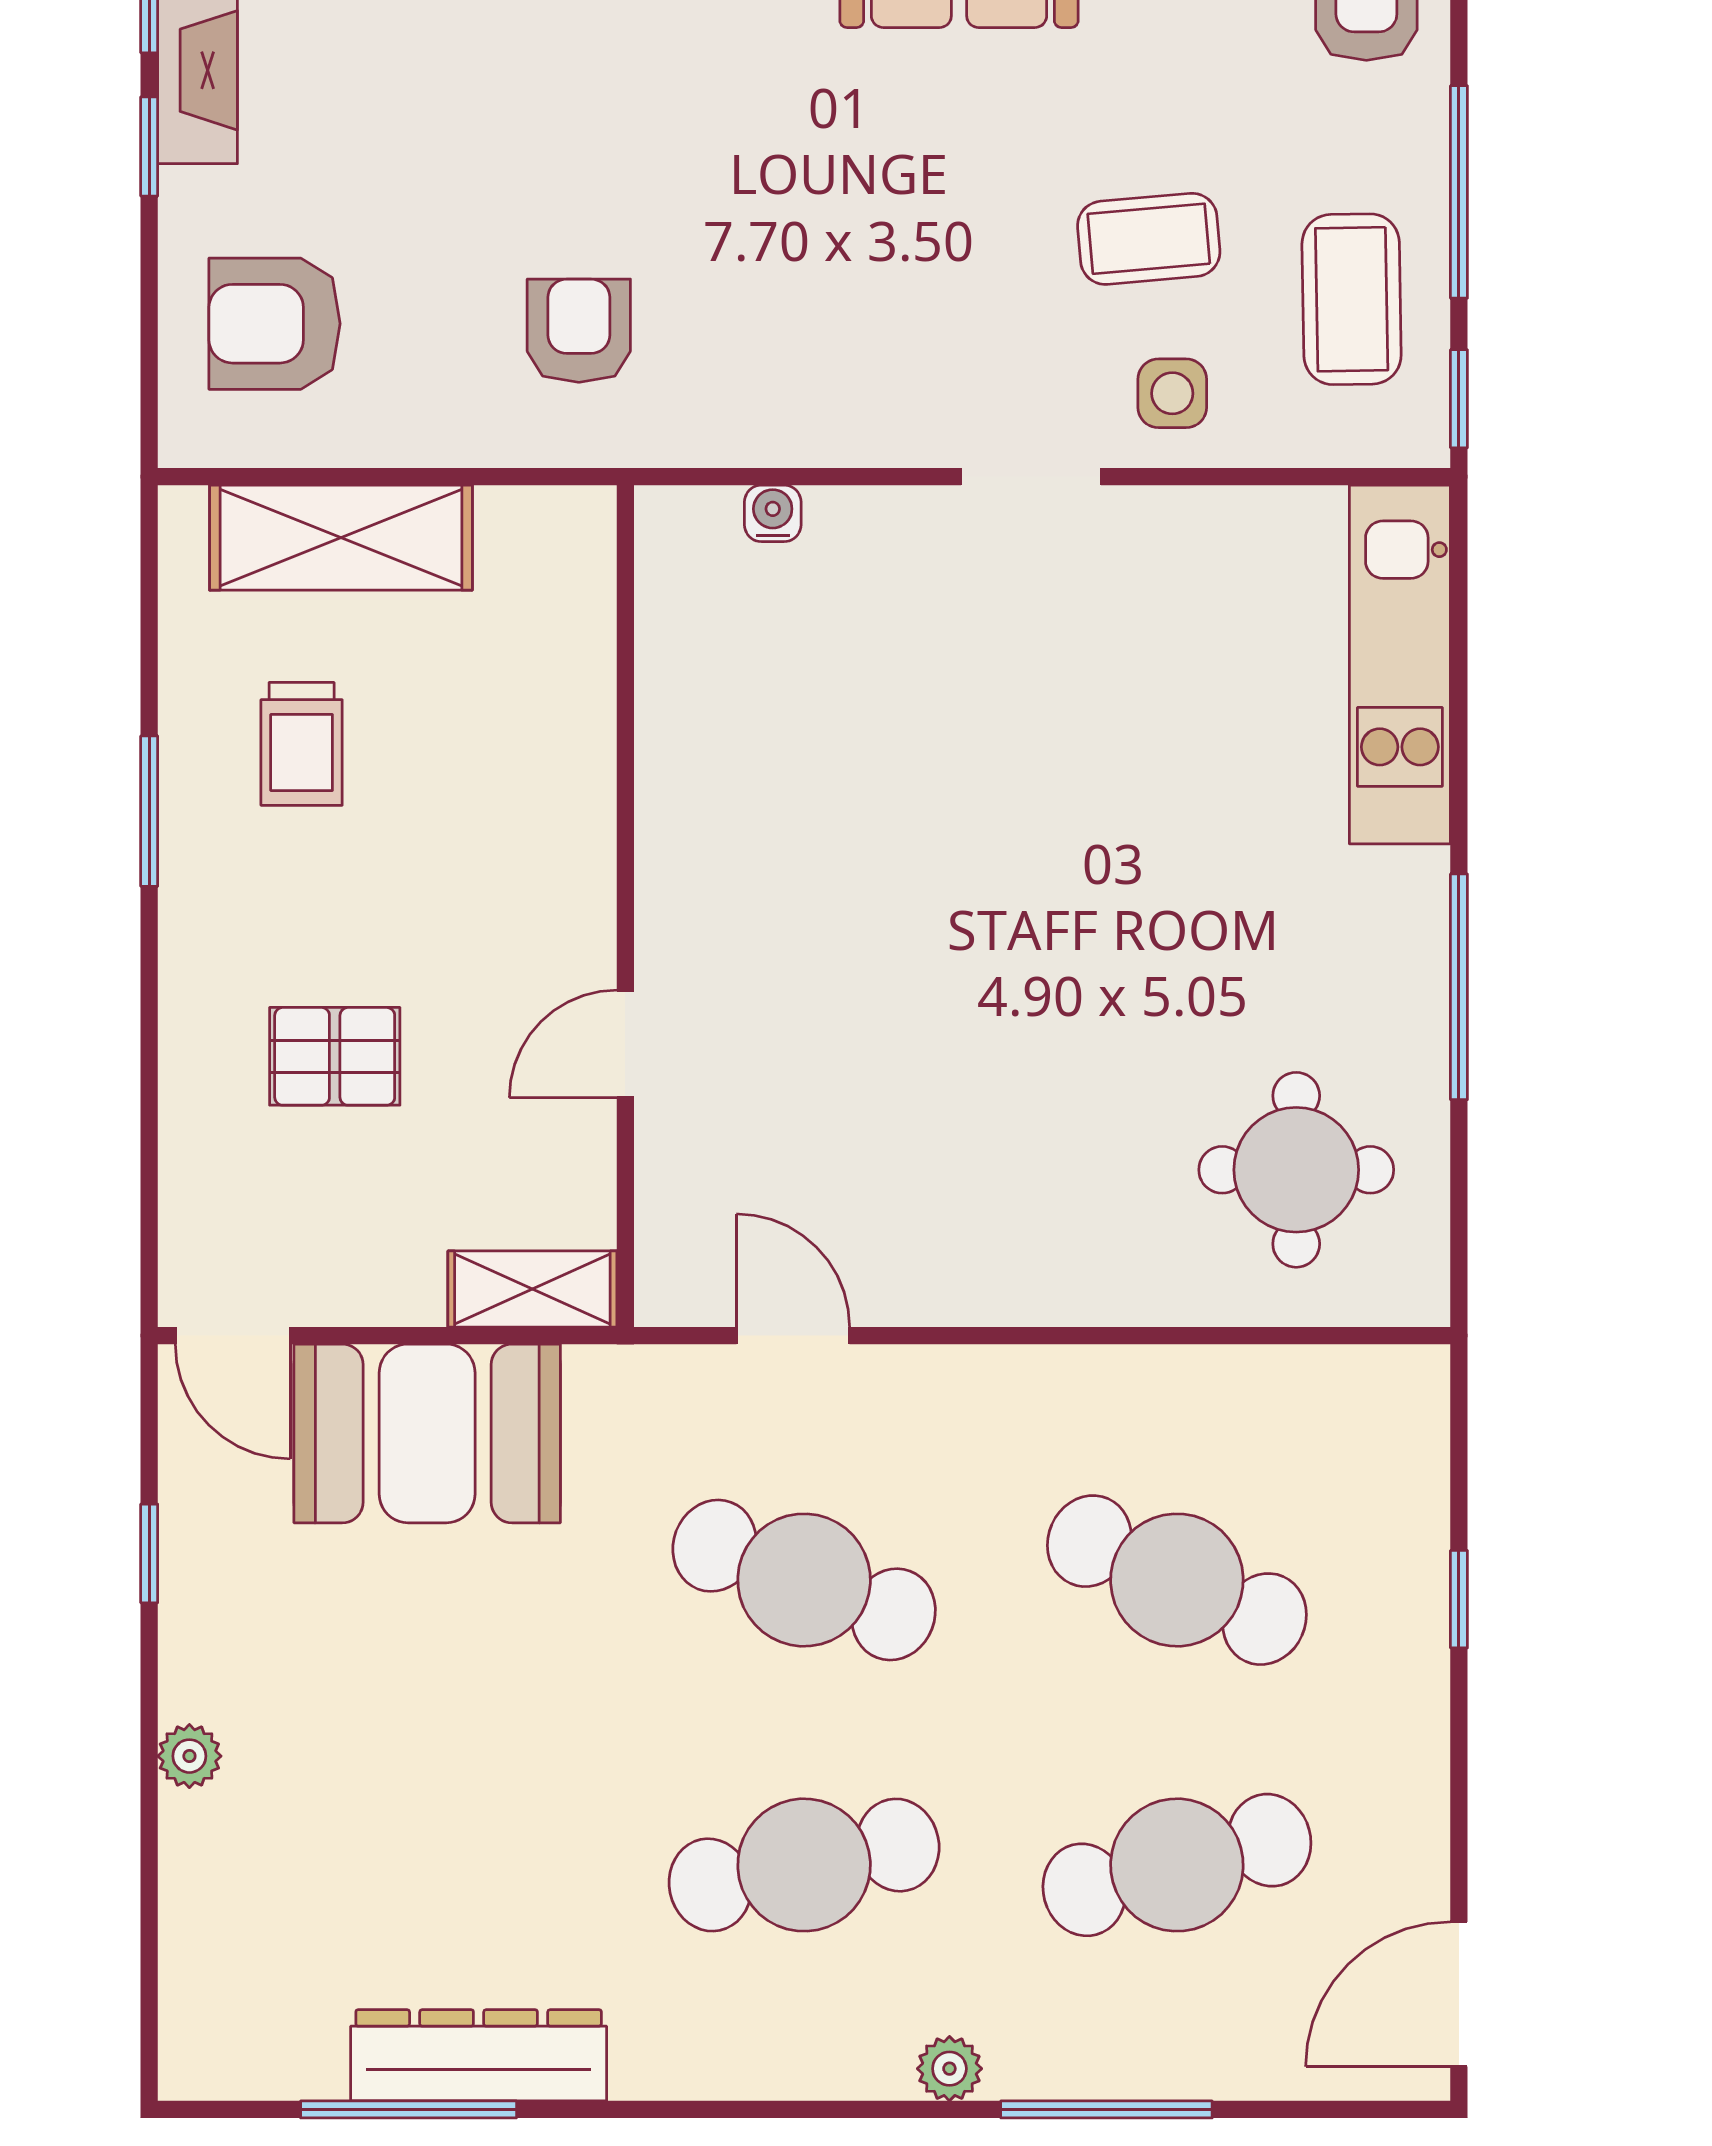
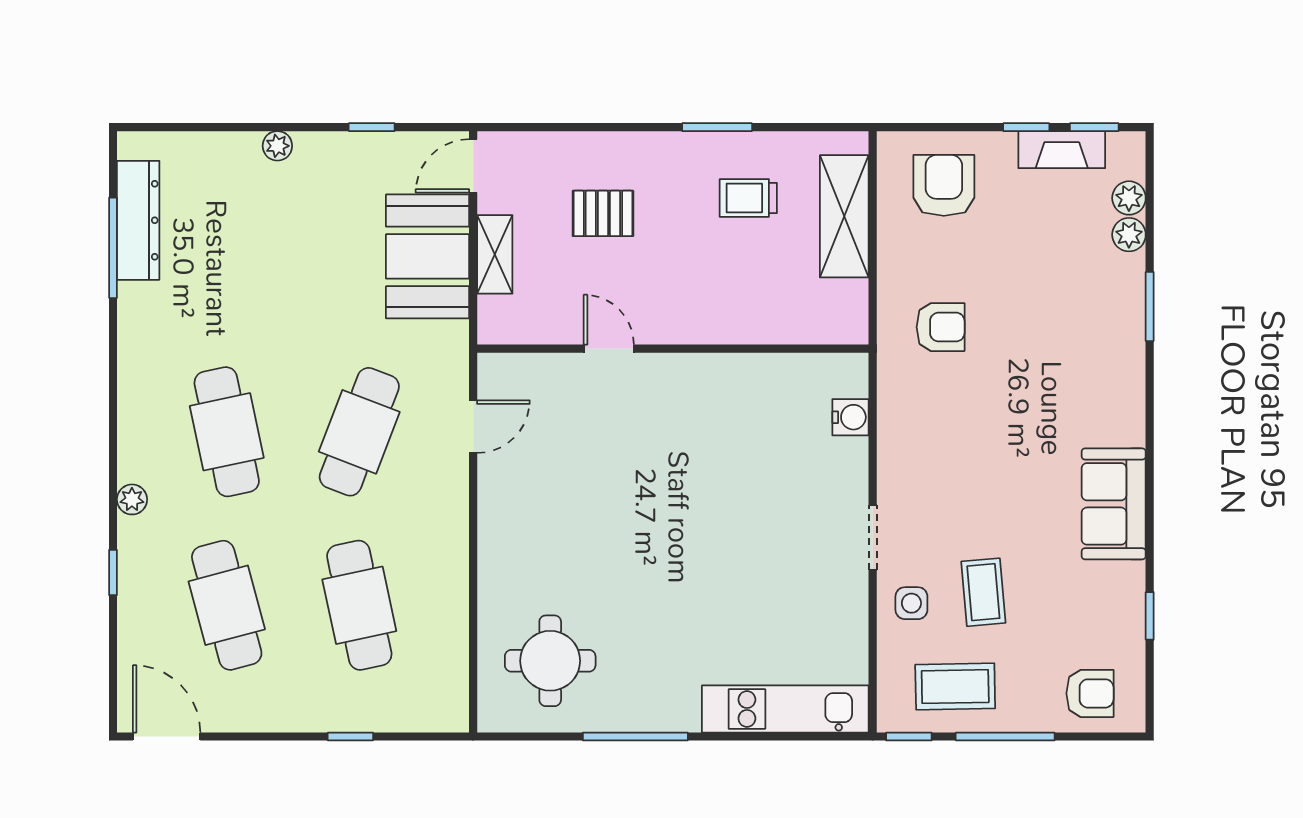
water cooler: (773, 513) -> (851, 417), width x1.38, depth x1.38
pallet: (335, 1056) -> (603, 213), turned 90
shelving: (532, 1289) -> (495, 254), moved
cafe table: (1177, 1580) -> (359, 605), turned -36
dresser: (479, 2055) -> (138, 220), moved
window: (1106, 2109) -> (113, 572), width x0.46

